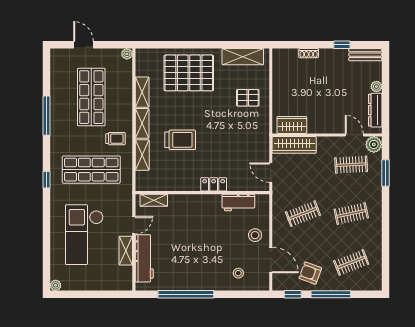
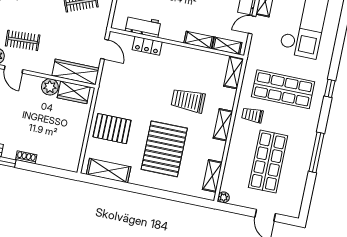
shoe rack: (309, 53) -> (26, 157), moved
pallet: (189, 73) -> (164, 149), moved, turned 90
shelving: (142, 92) -> (212, 176), moved
pallet: (248, 98) -> (112, 129), width x1.50, depth x1.42
plant: (316, 125) -> (50, 87), added
shelving: (142, 155) -> (234, 72), moved
locker: (214, 184) -> (147, 46), moved
shelving: (182, 200) -> (199, 40), added

